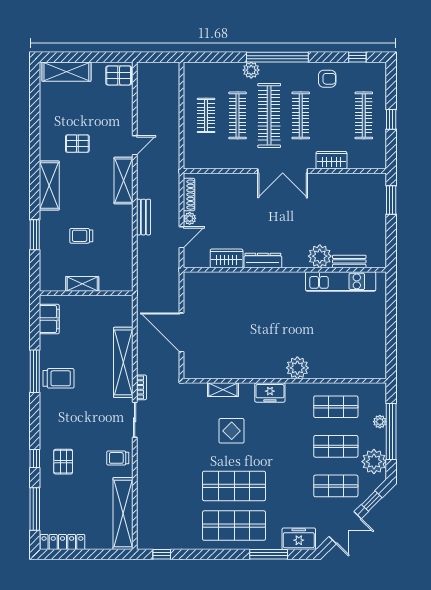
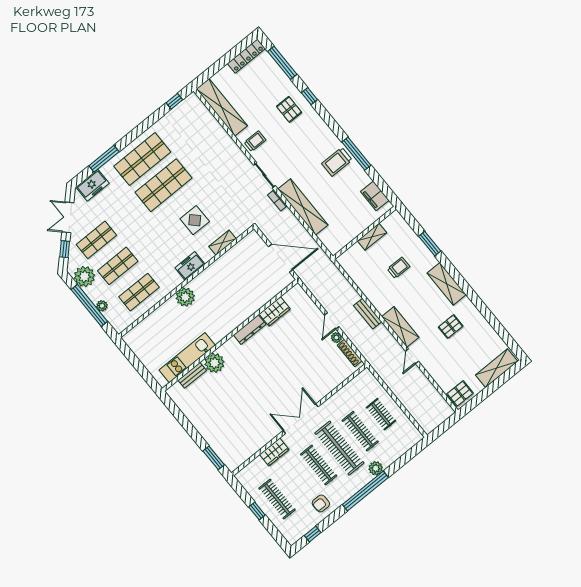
plant: (320, 256) -> (214, 363), moved
wardrobe: (227, 258) -> (275, 311), moved
dresser: (263, 260) -> (250, 330), moved
bench: (349, 261) -> (192, 375), moved
wall: (285, 270) -> (230, 335), moved
kitchen unit: (341, 281) -> (187, 358), moved

